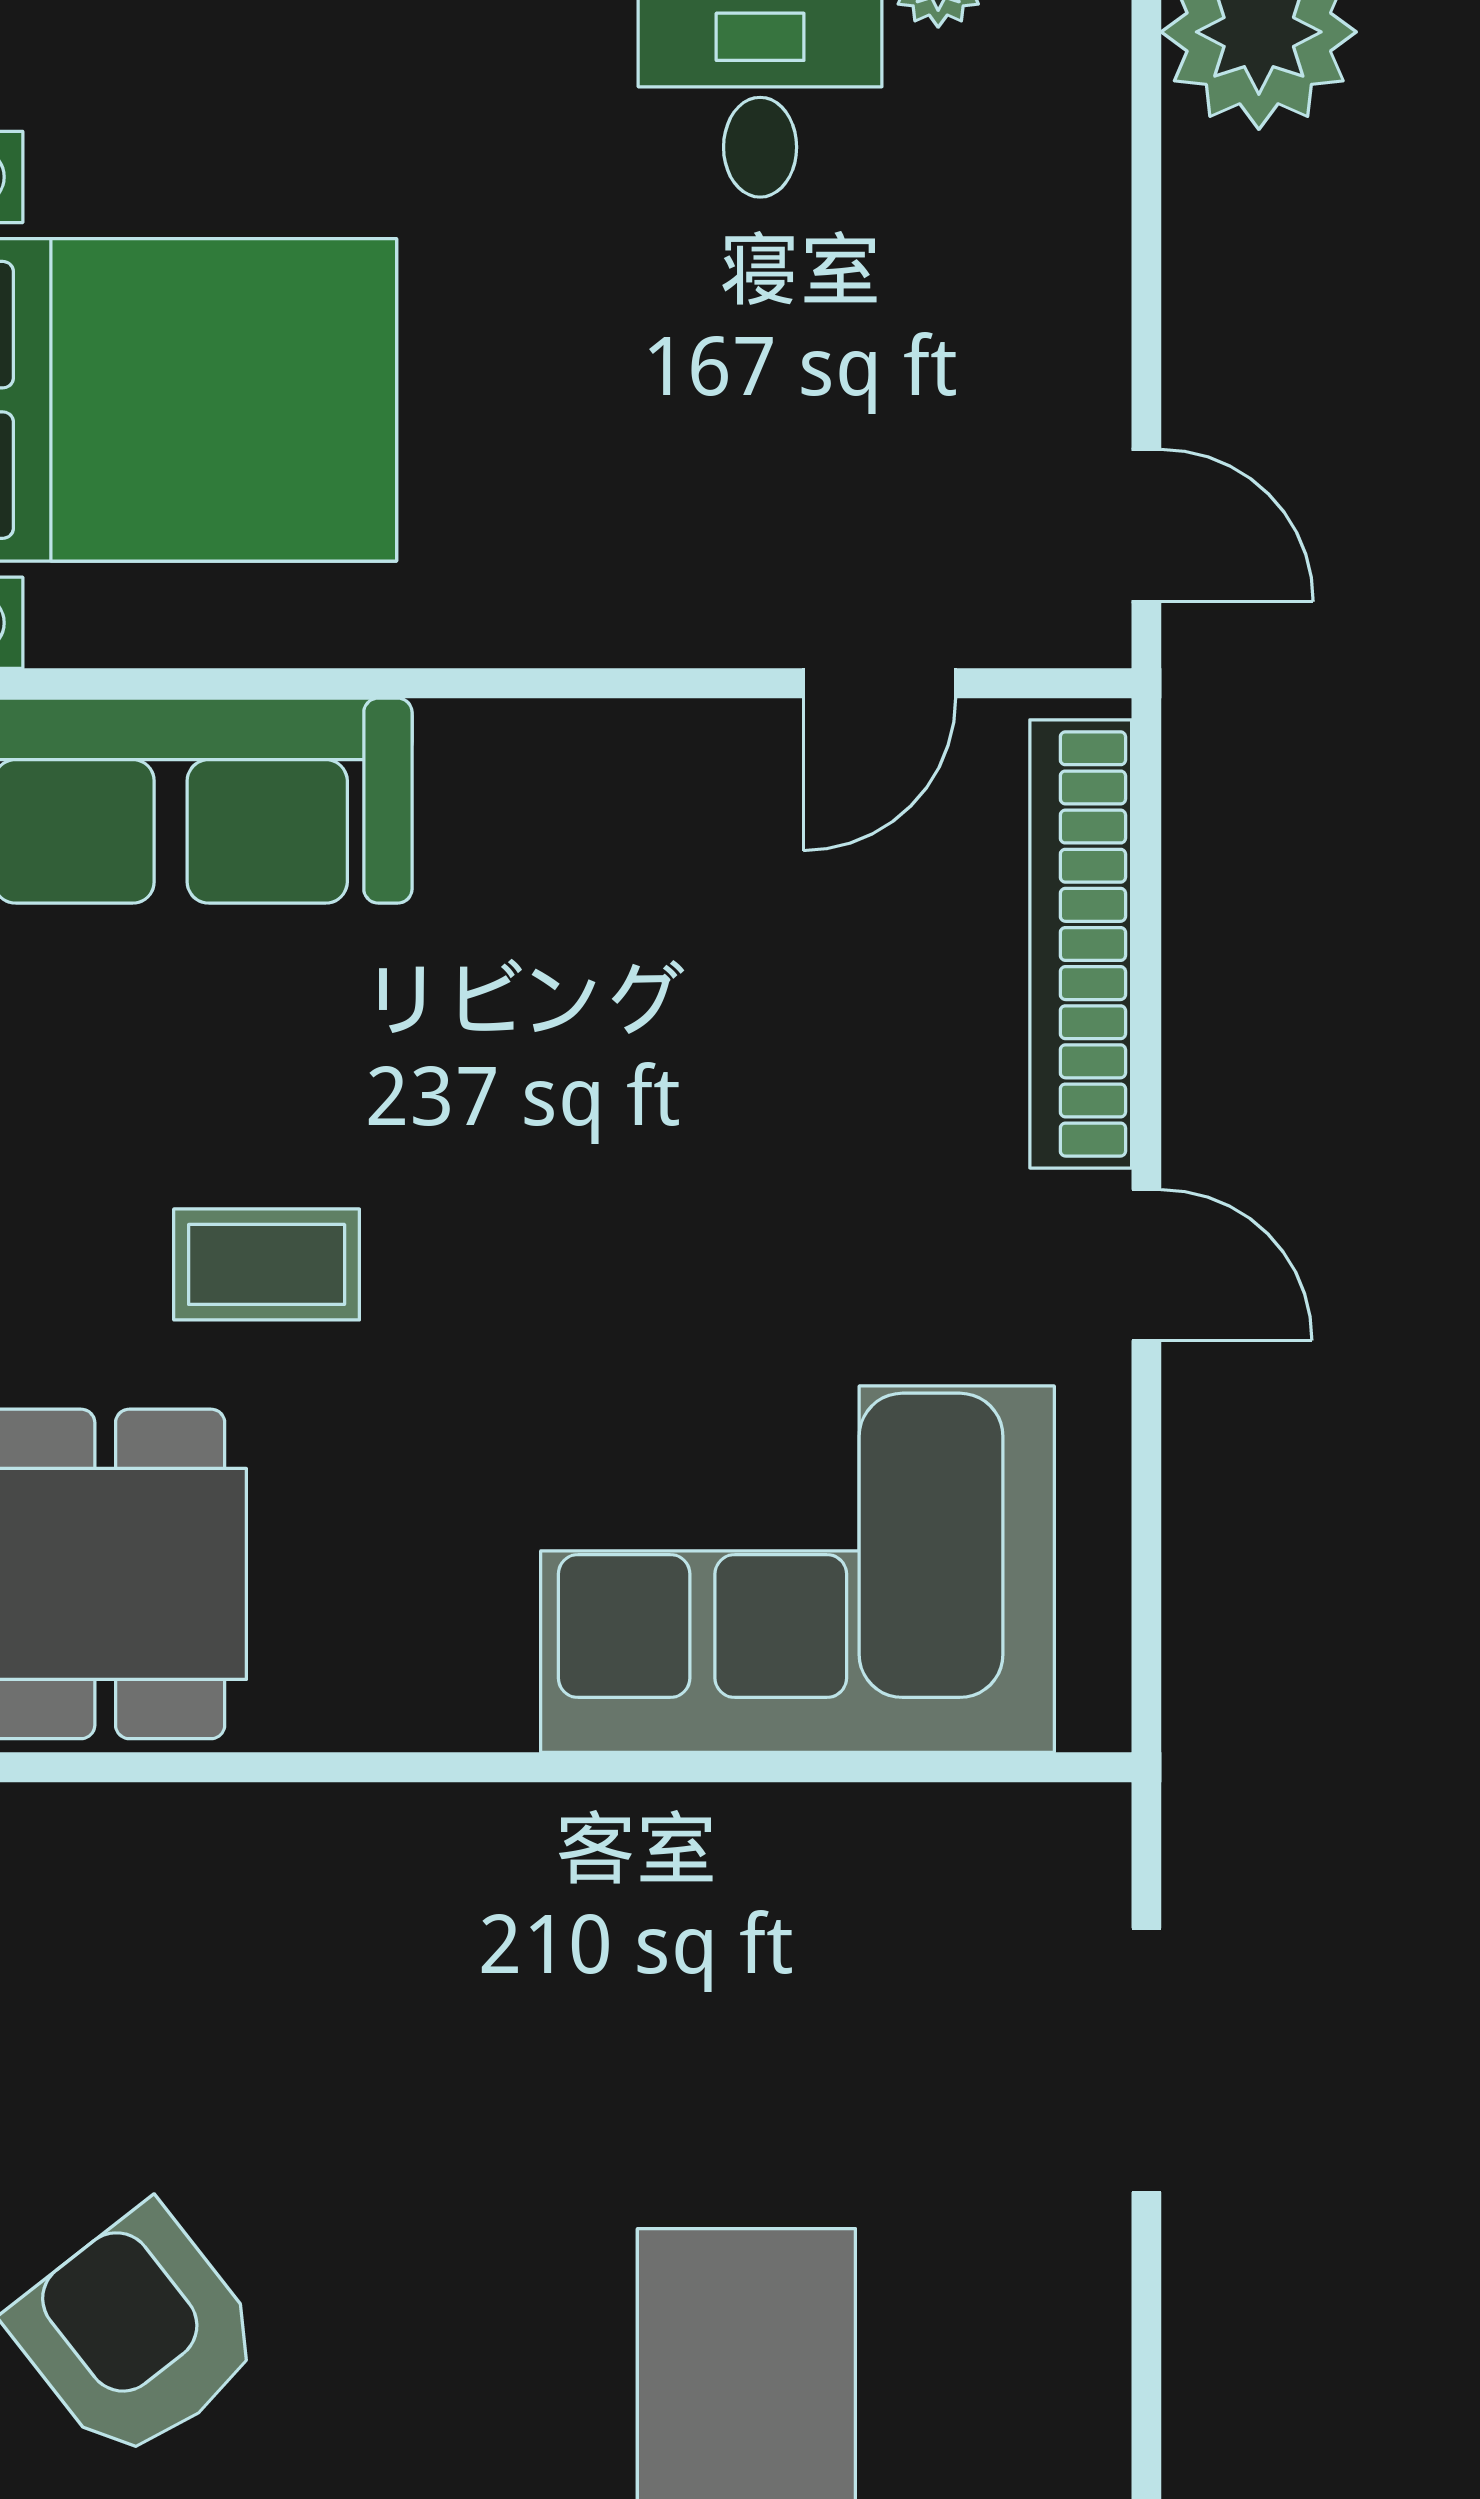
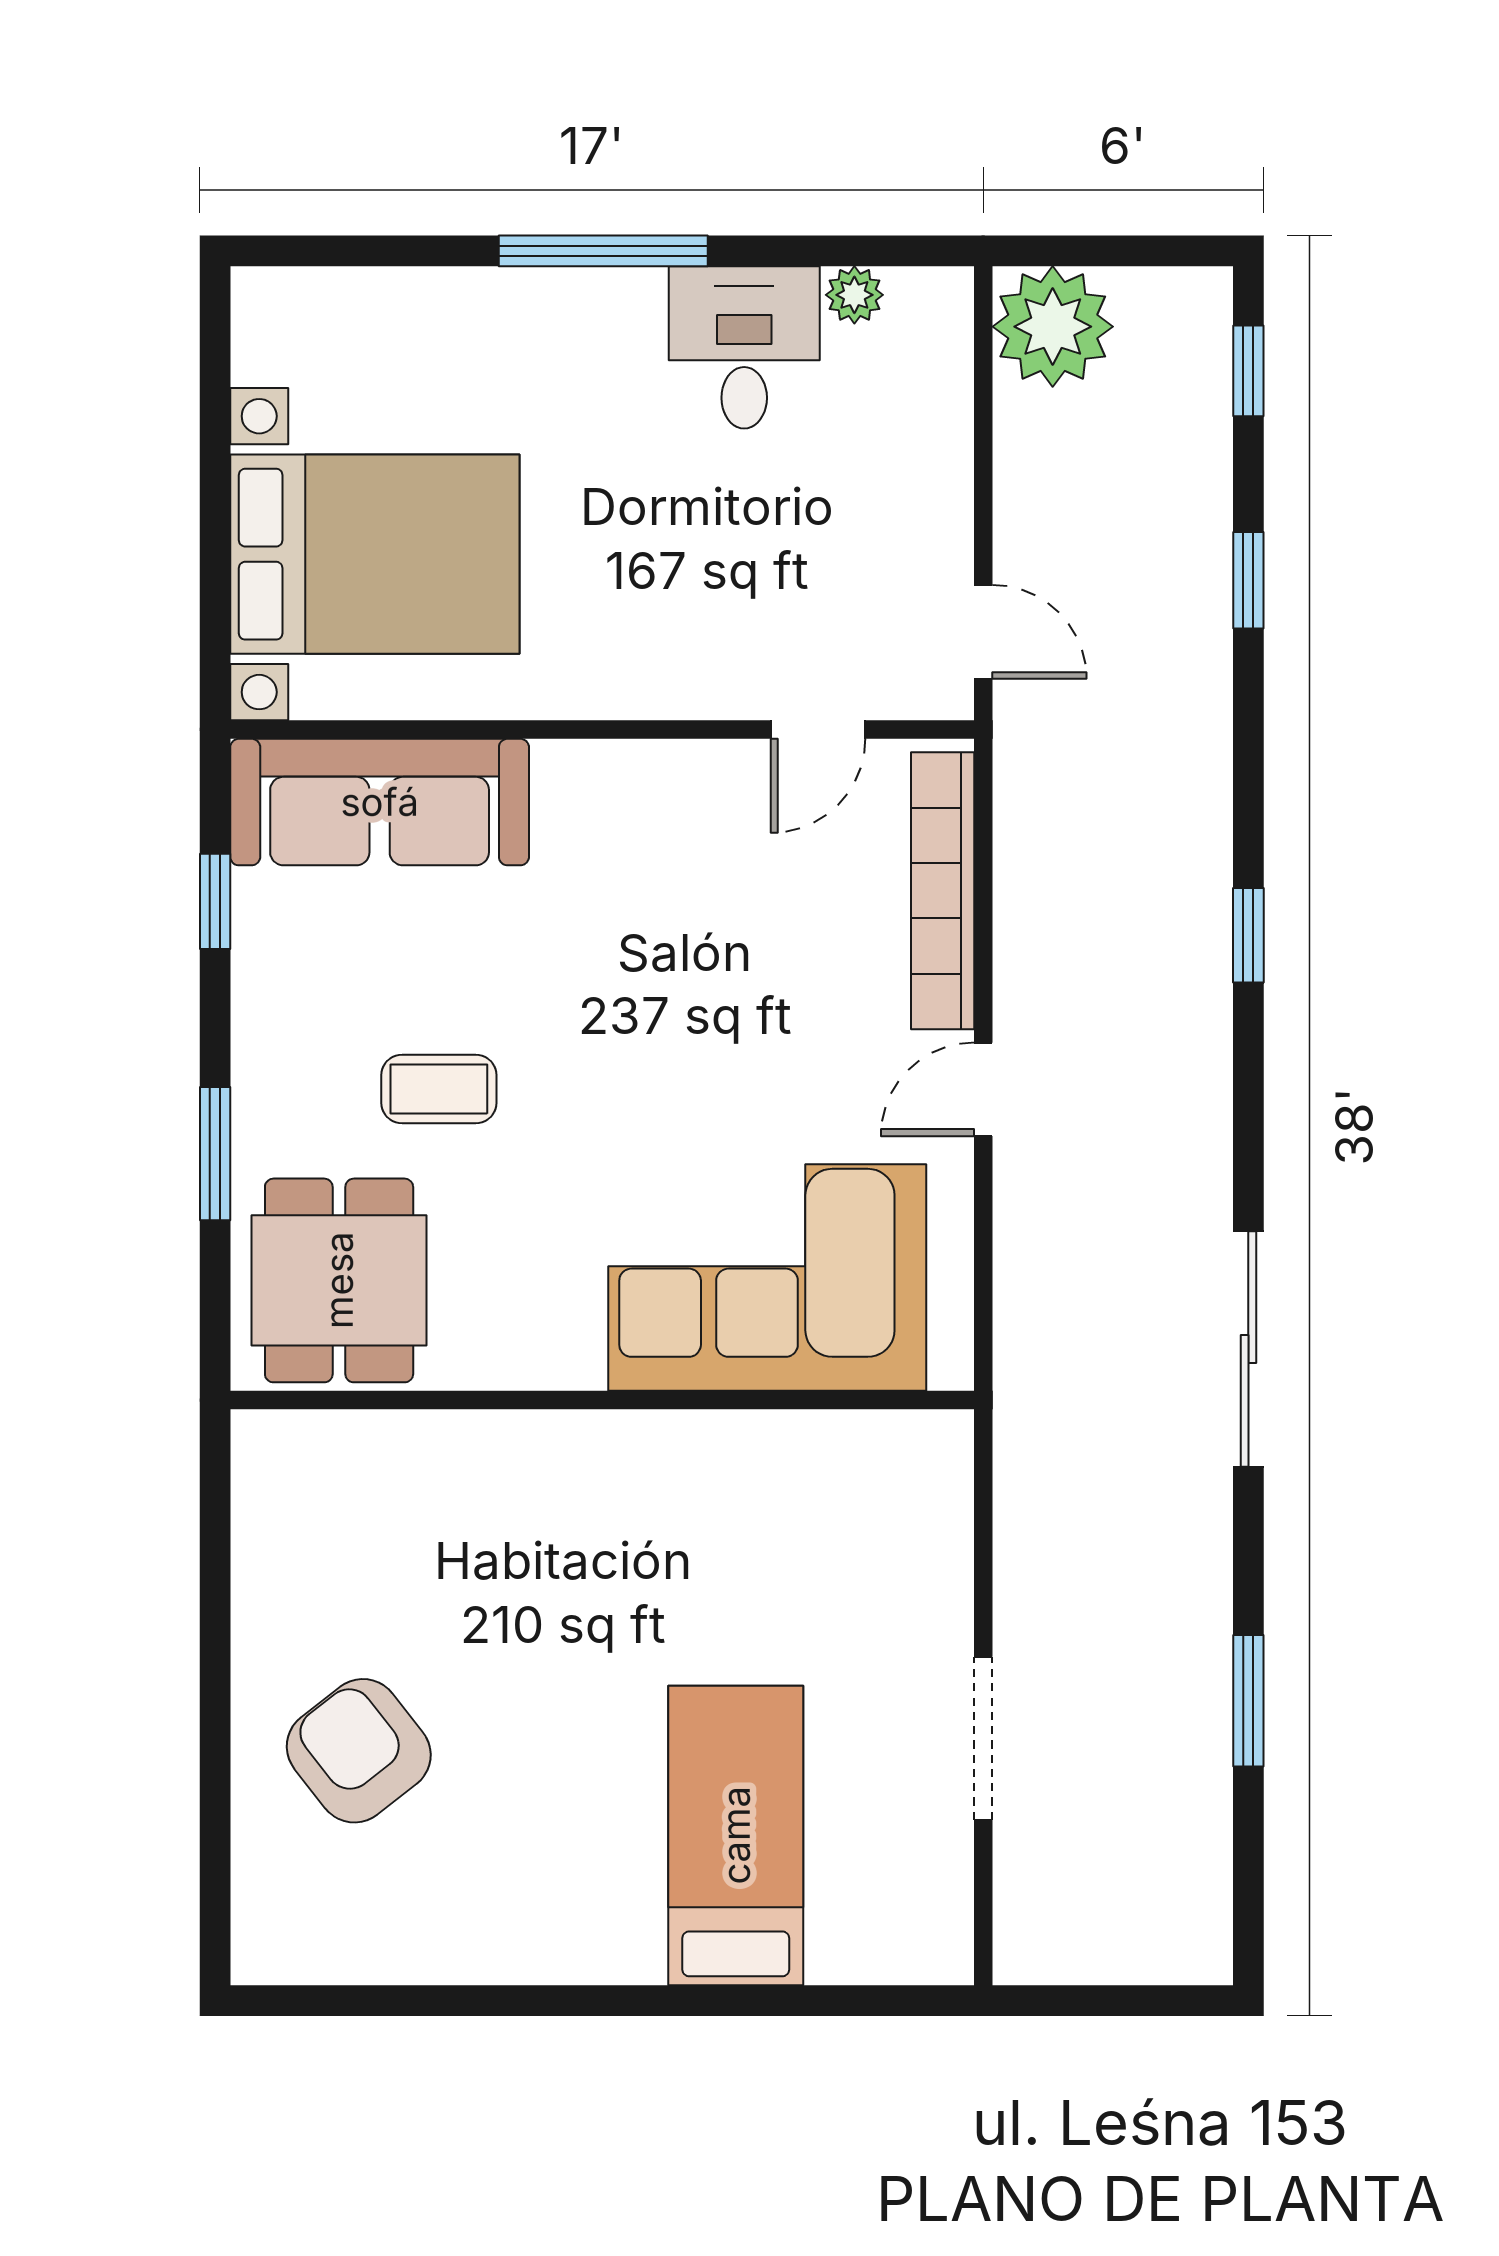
door: (1146, 1265) -> (983, 1089), swing flipped
doorway: (1146, 2060) -> (983, 1738), moved

